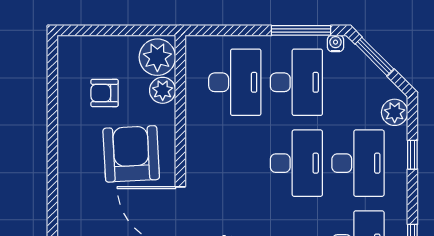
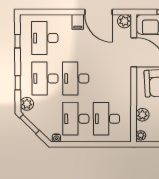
window: (301, 30) -> (74, 144), removed
window: (374, 56) -> (30, 124), moved
plant: (157, 57) -> (141, 135), width x0.53, depth x0.53

